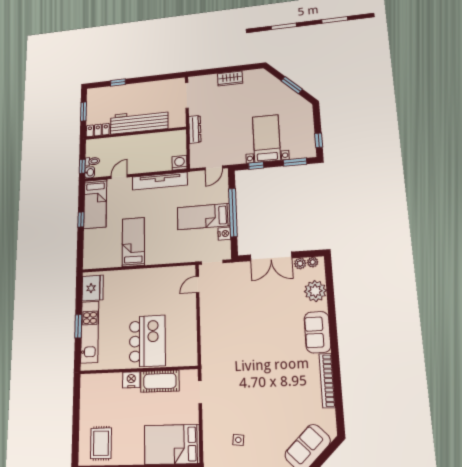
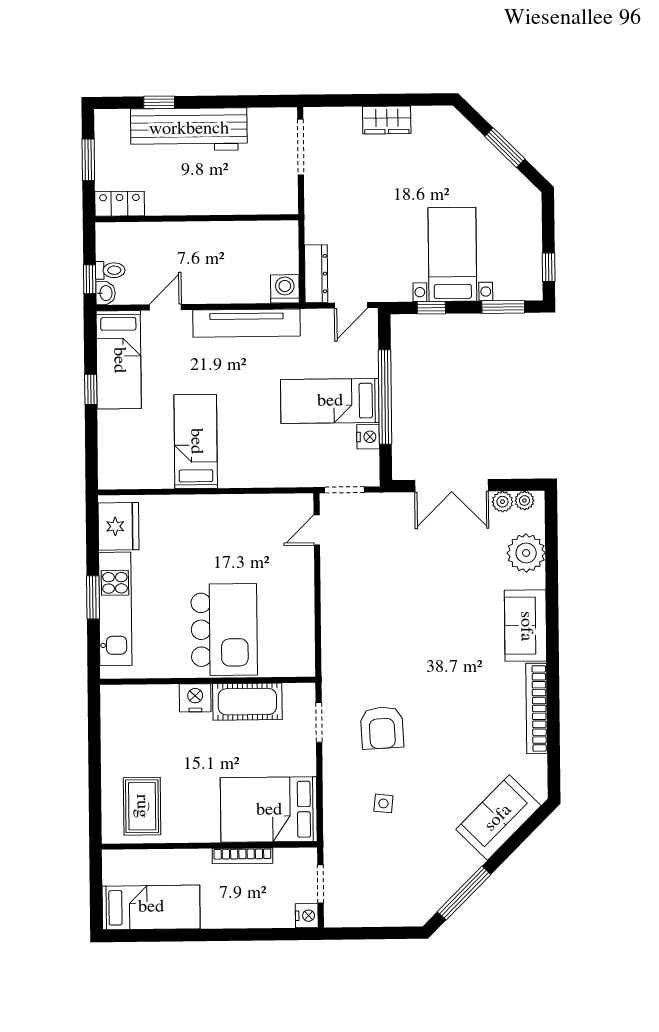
workbench: (139, 122) -> (189, 129), moved, turned 180
dresser: (195, 129) -> (316, 274), moved
armchair: (236, 394) -> (382, 728), added

